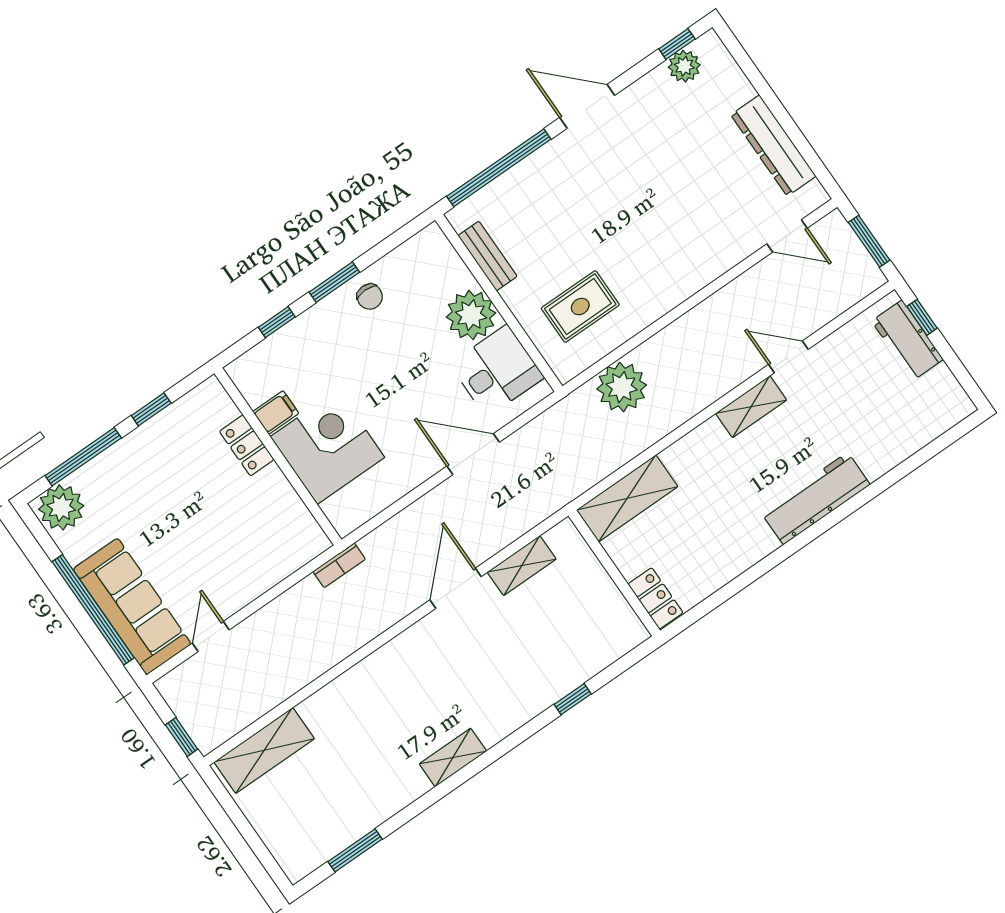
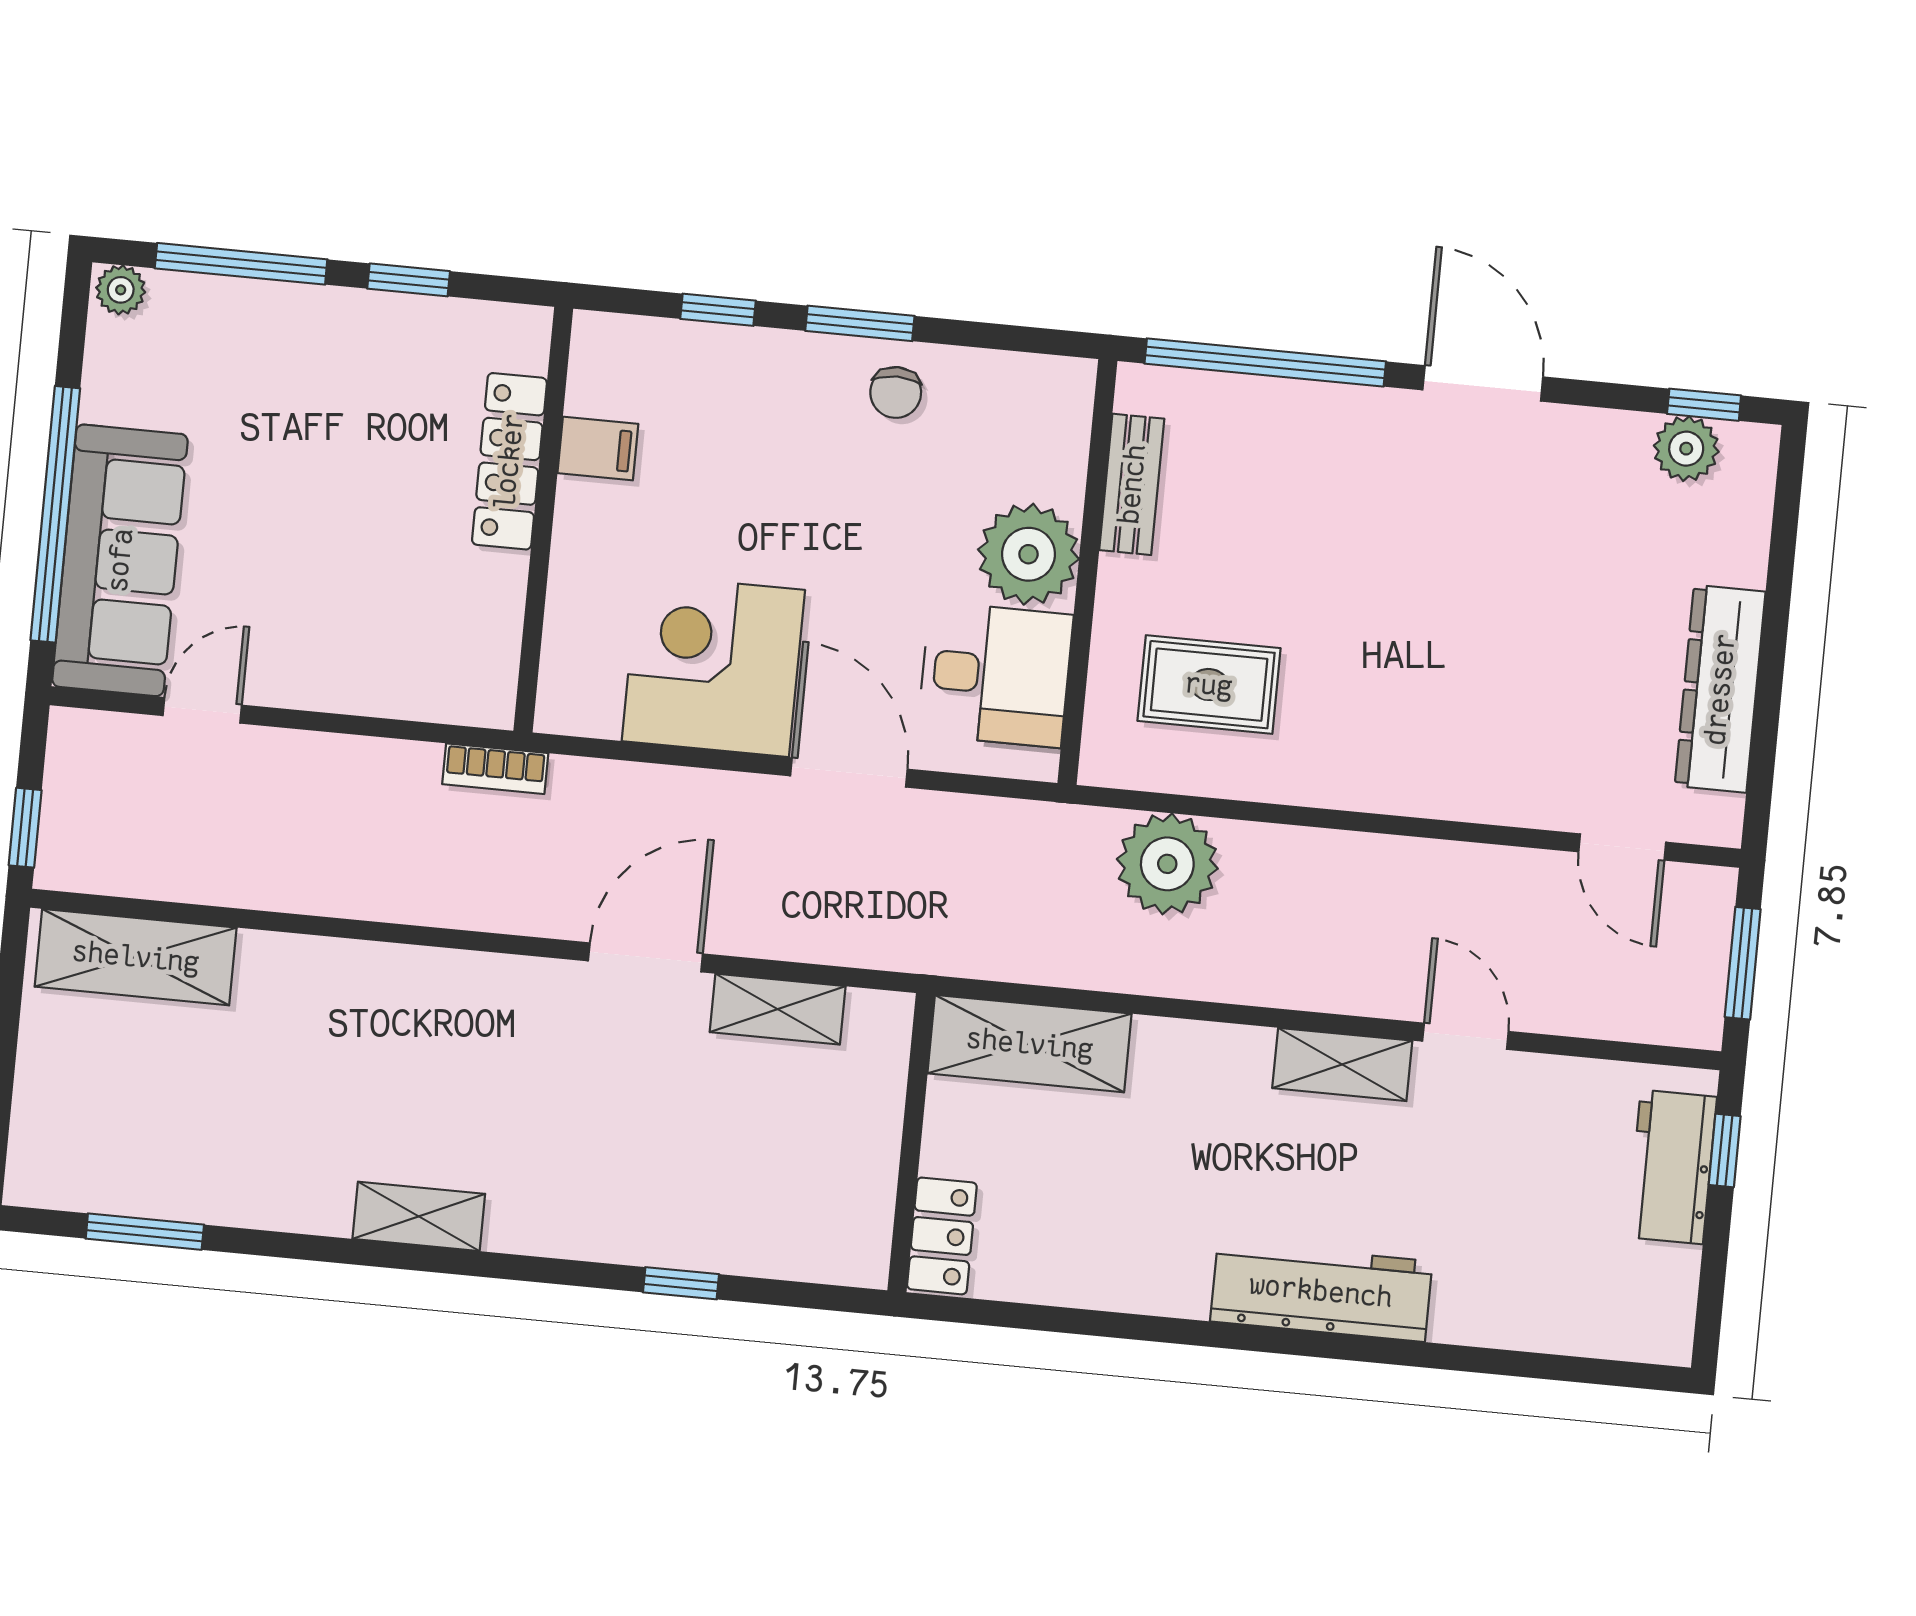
locker: (247, 445) -> (509, 461), width x1.53
corner desk: (327, 447) -> (713, 666), moved, turned -90
plant: (61, 507) -> (121, 290), width x0.53, depth x0.53

